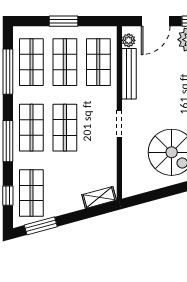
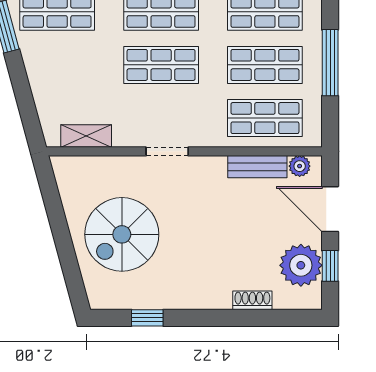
window: (63, 21) -> (330, 63), width x1.44
bench: (129, 74) -> (257, 167), width x0.73
shelving: (99, 197) -> (86, 136), moved, turned -75

